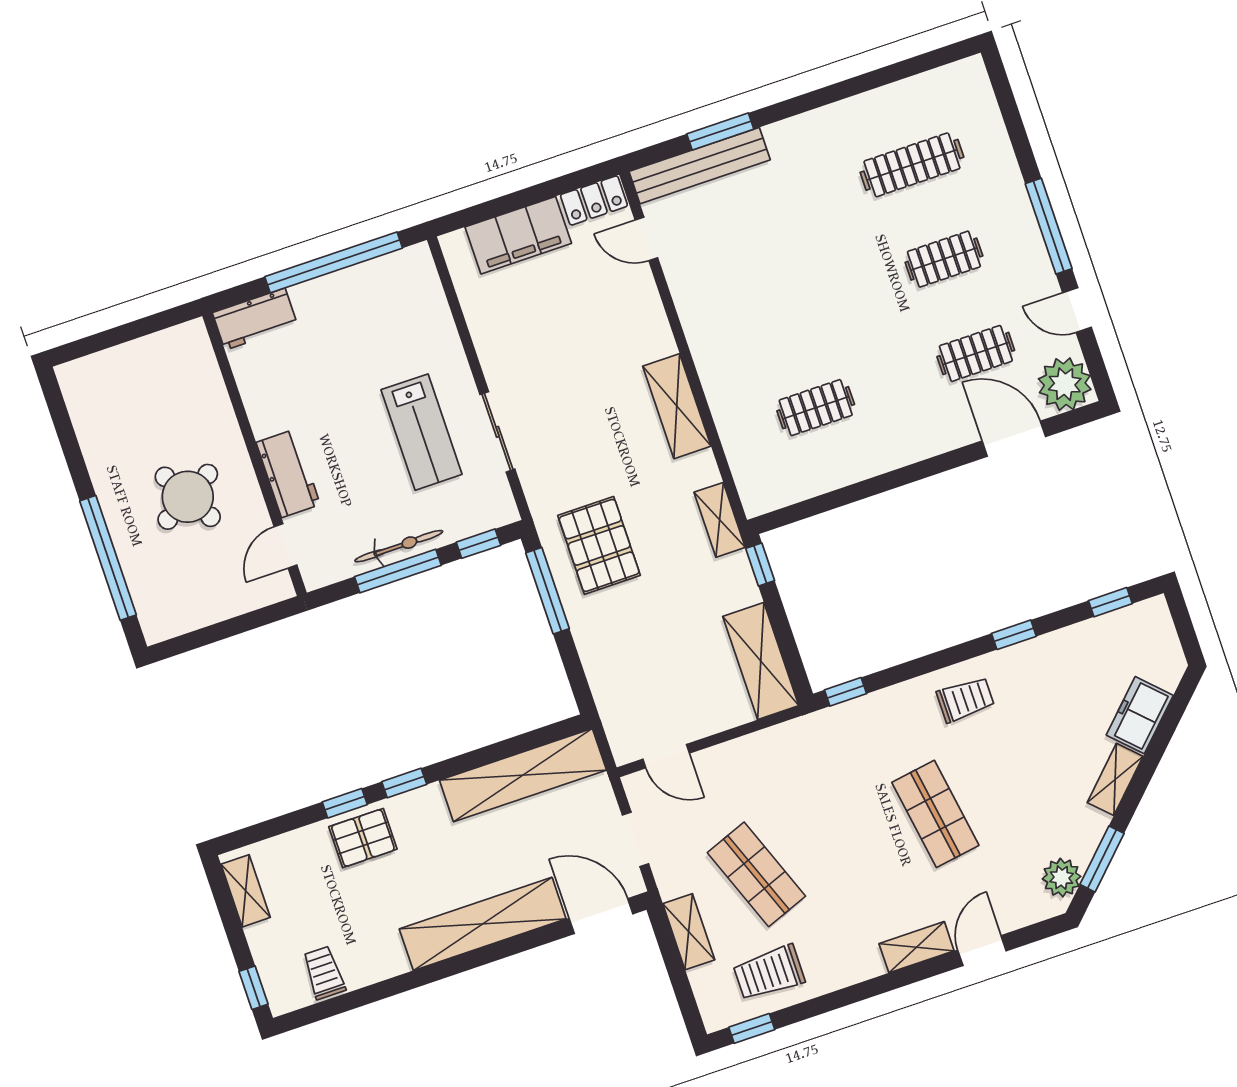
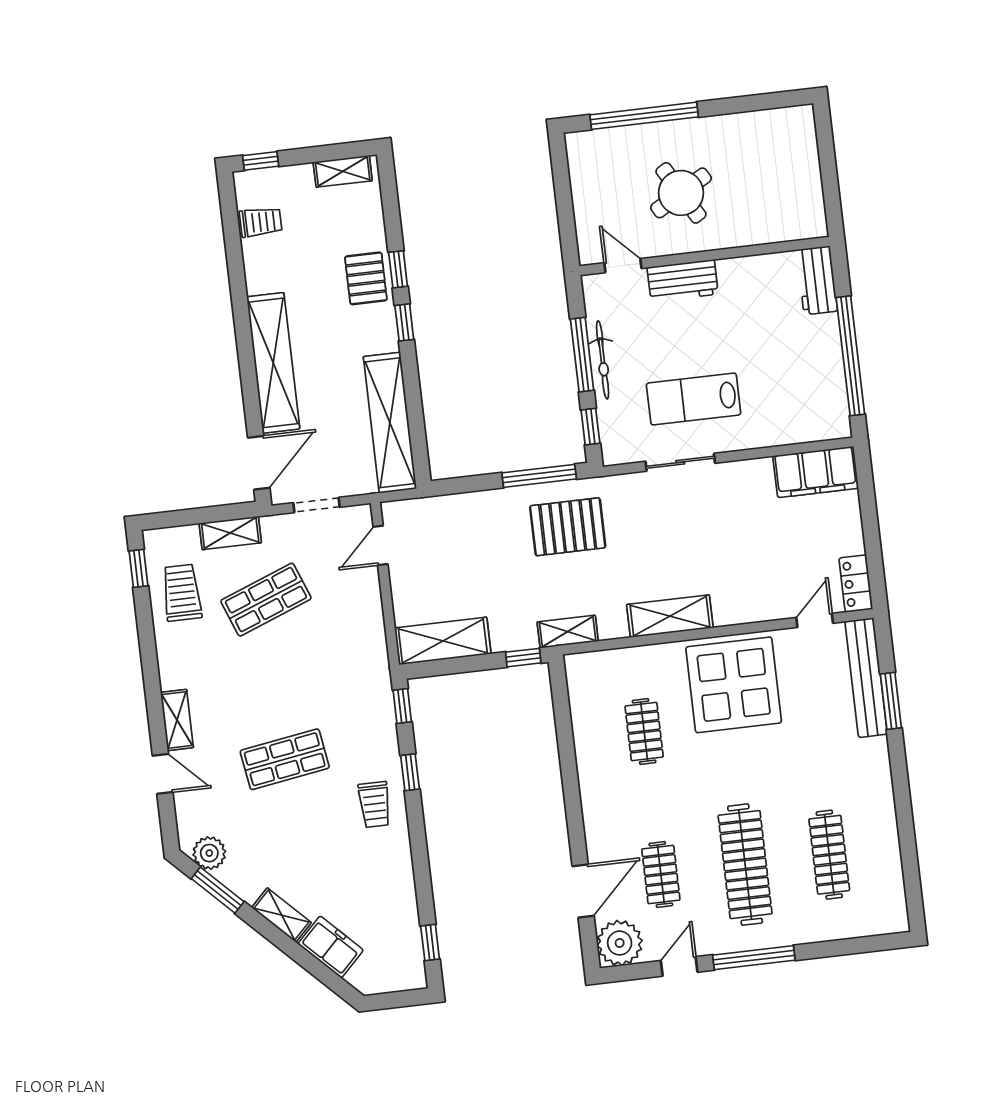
filing cabinet: (518, 235) -> (816, 472), moved, turned -90
clothes rail: (944, 259) -> (745, 865), width x1.86, depth x1.31
display table: (740, 316) -> (734, 685), added
window: (1014, 635) -> (410, 772), moved

